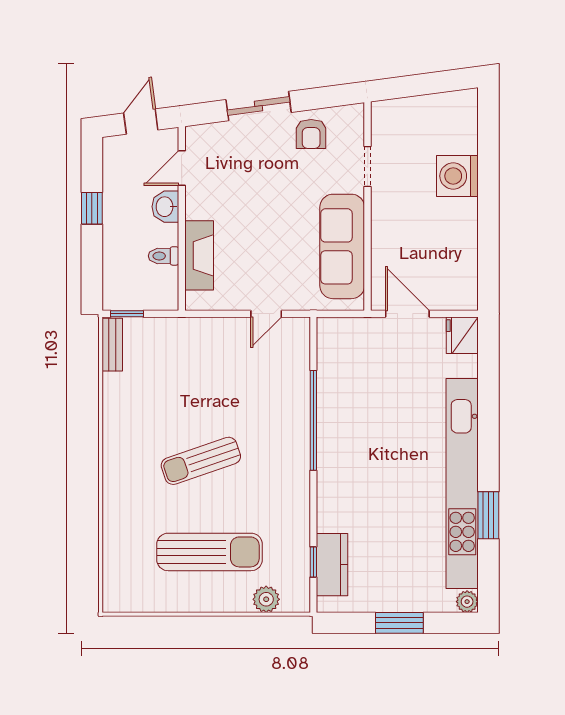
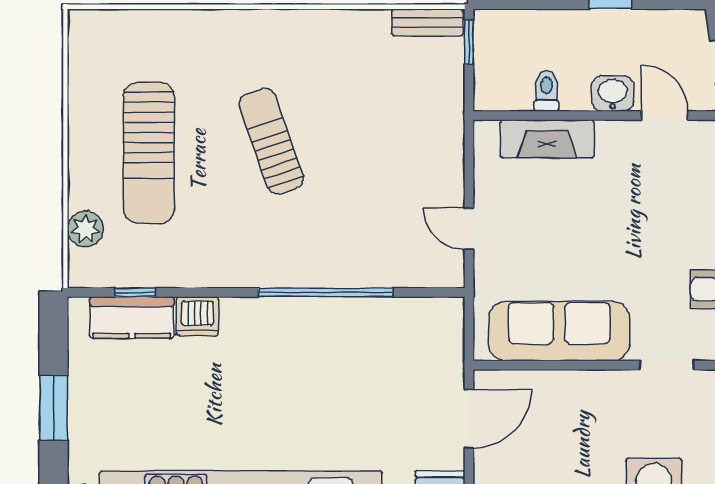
dishwasher: (331, 516) -> (197, 316), added

